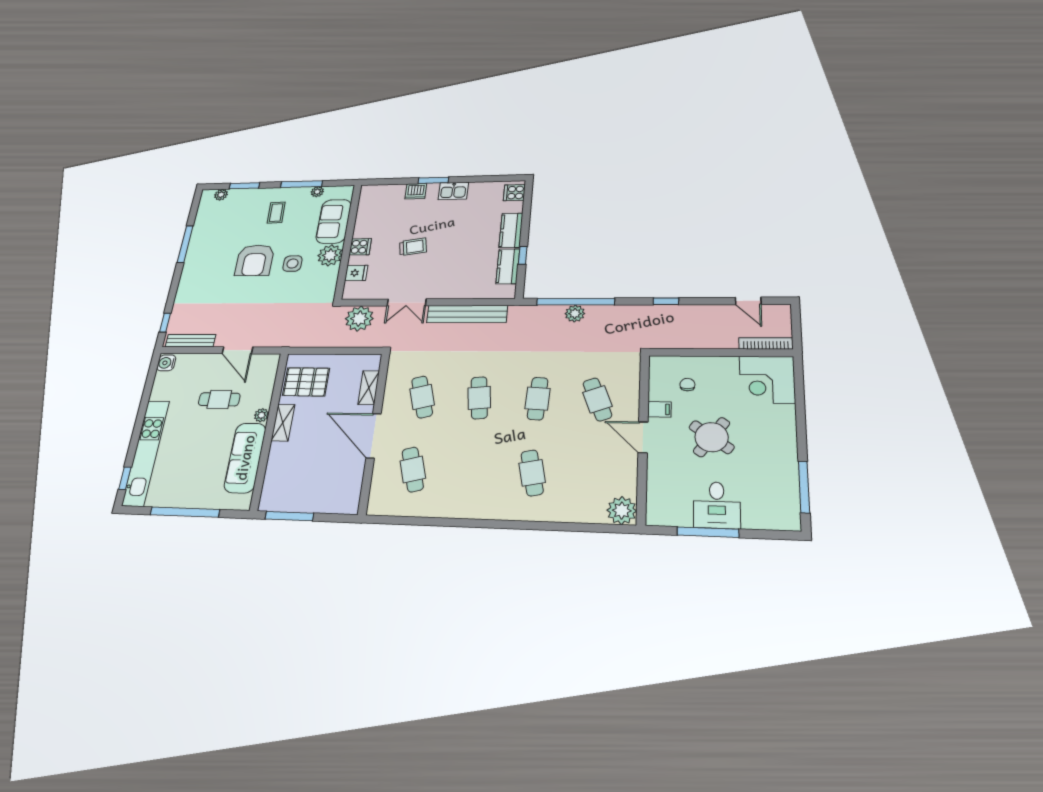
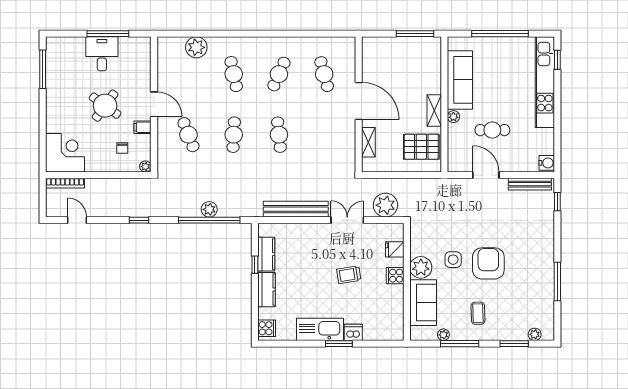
kitchen sink: (453, 191) -> (320, 329), width x1.88, depth x1.24
plant: (656, 362) -> (145, 166), added
cafe table: (422, 397) -> (279, 74), moved, turned 39
plant: (622, 511) -> (196, 47), moved

